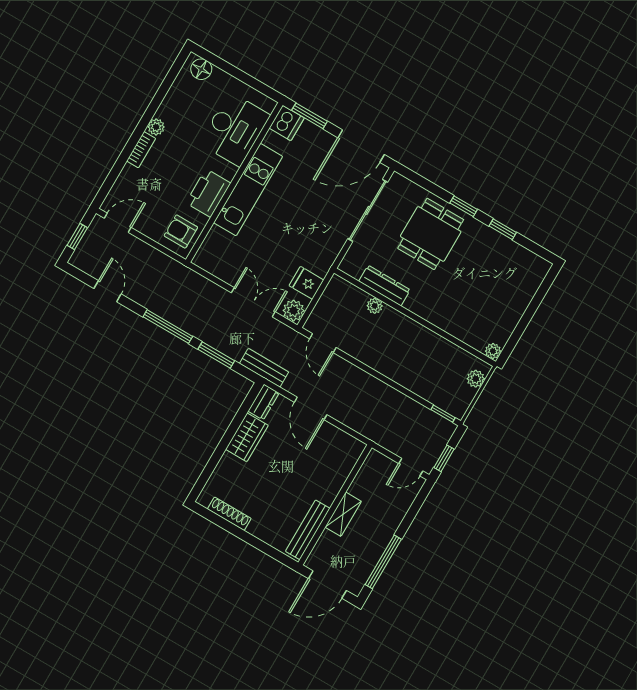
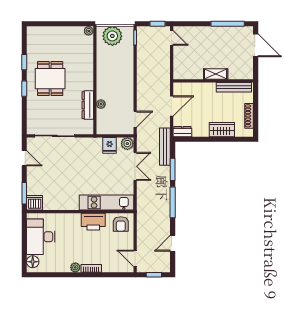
desk: (235, 129) -> (41, 237), moved, turned -90
door: (361, 146) -> (24, 158), width x0.53
kitchen unit: (248, 190) -> (107, 202), moved
dining table: (431, 234) -> (50, 79), moved, turned 90
double door: (253, 302) -> (135, 166), swing flipped
bench: (264, 368) -> (165, 147), width x1.36
plant: (476, 379) -> (112, 36), width x1.88, depth x1.88
wardrobe: (247, 437) -> (222, 130), moved
wall: (335, 505) -> (213, 81), moved
shelving: (343, 514) -> (216, 74), moved
bench: (308, 530) -> (234, 87), moved

